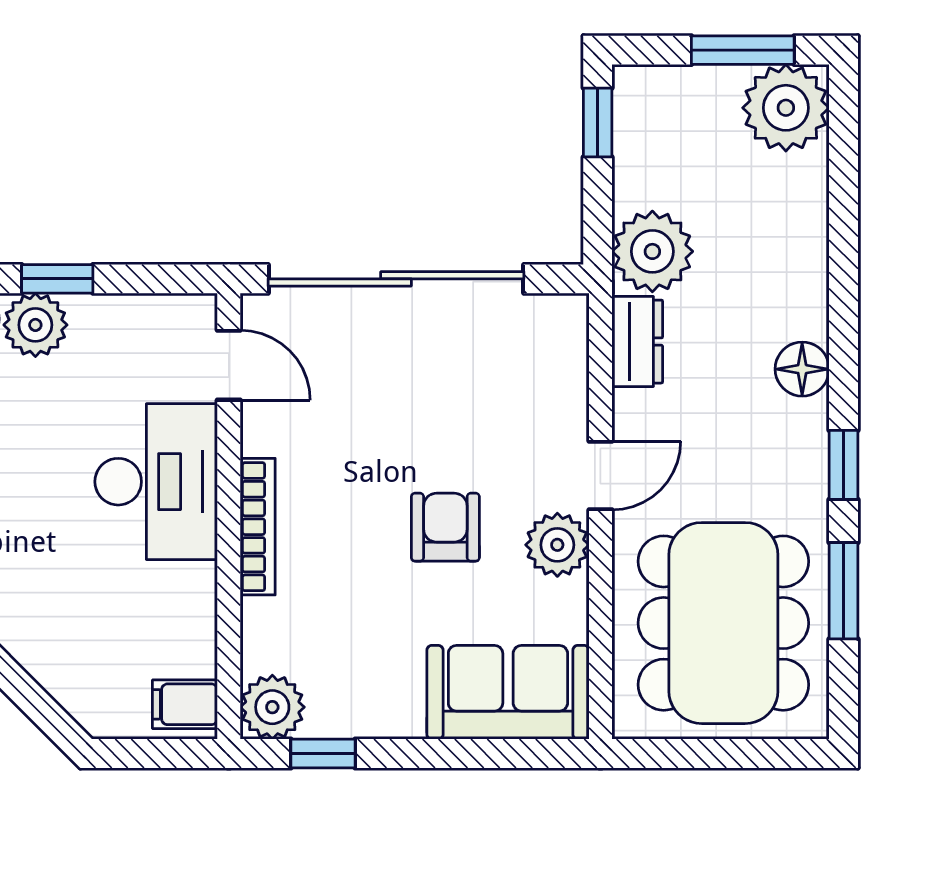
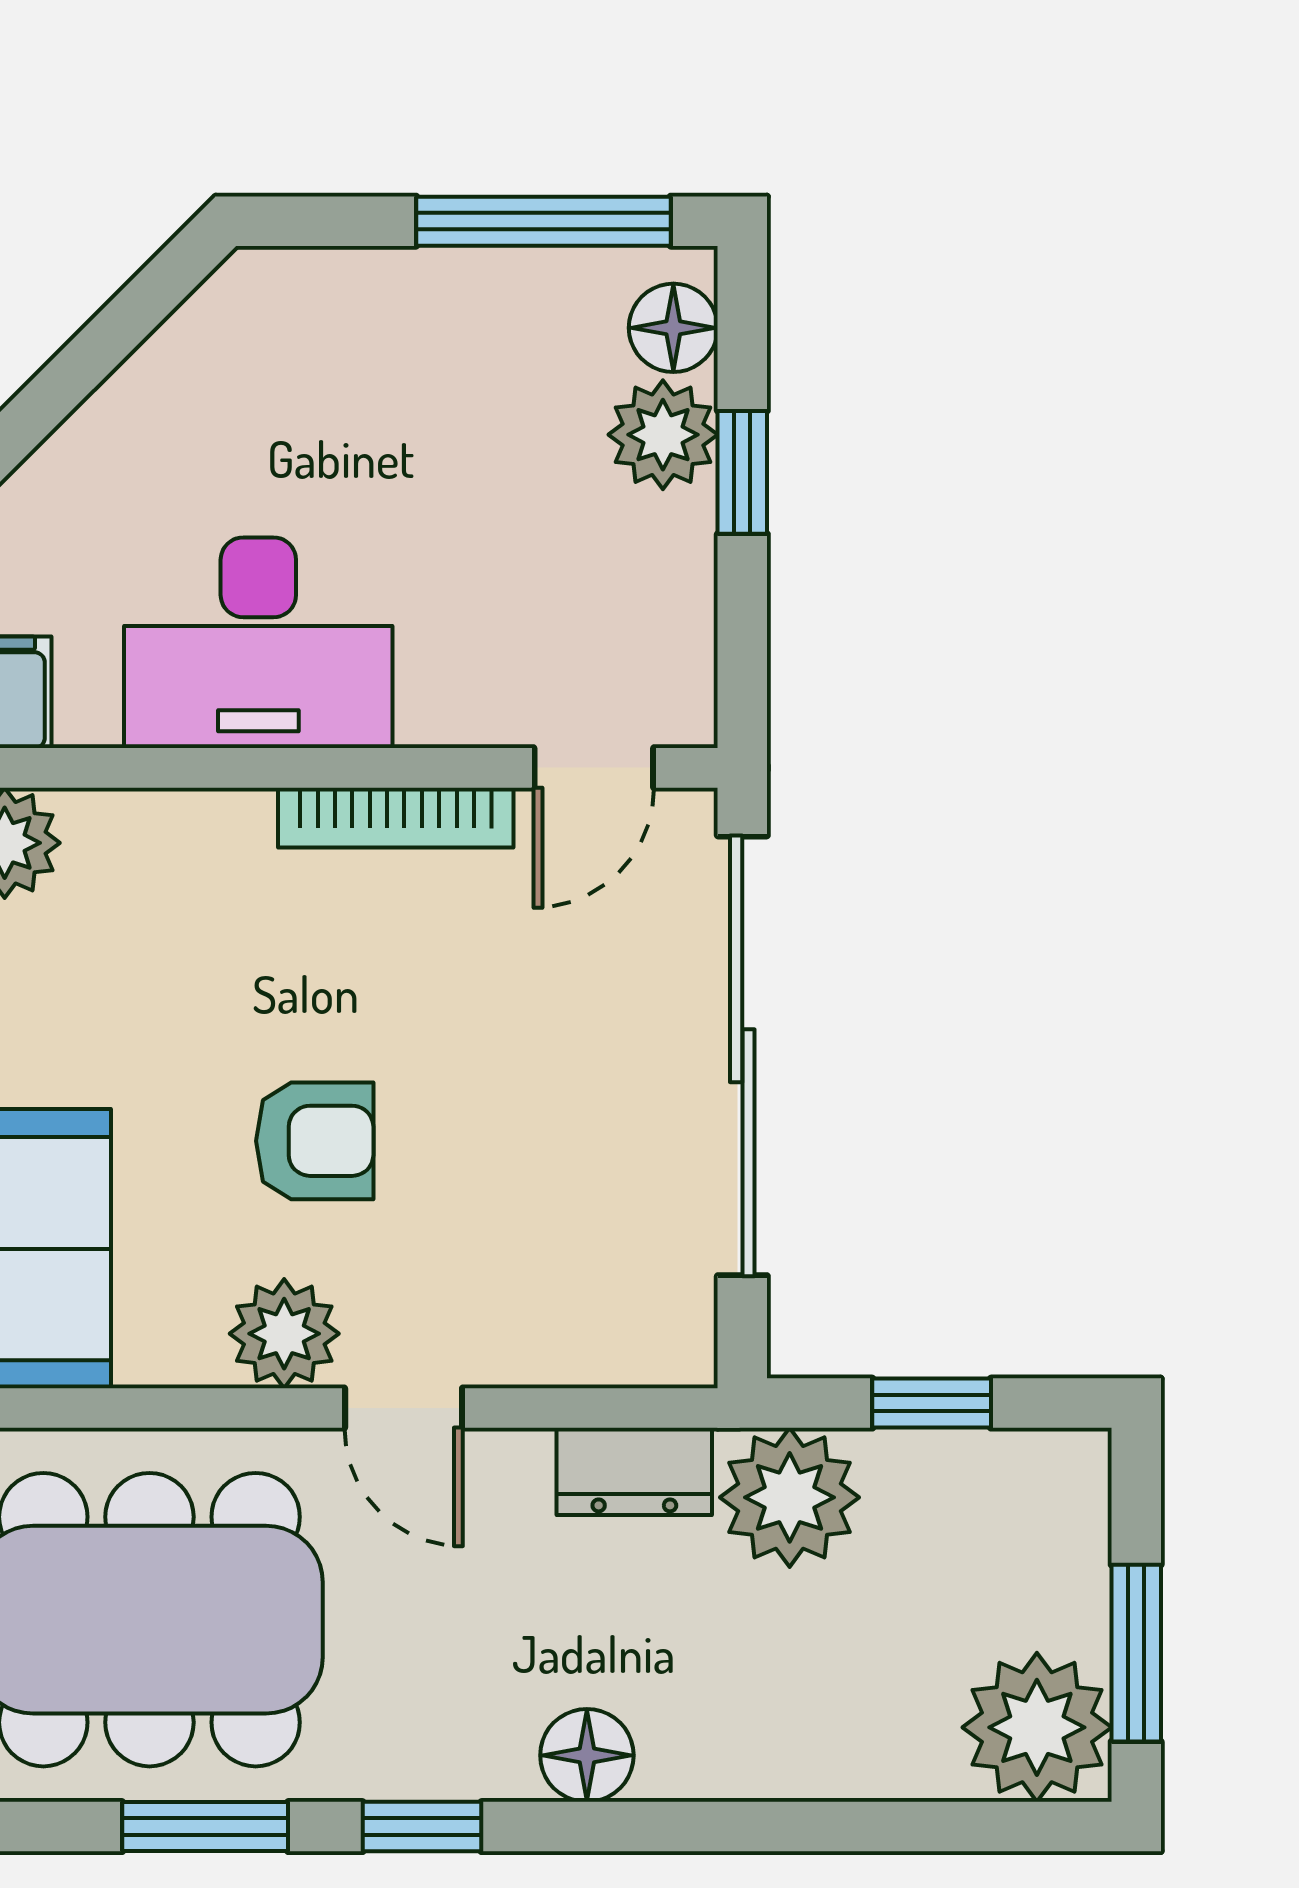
window: (598, 122) -> (932, 1403), moved
desk: (156, 482) -> (258, 643), moved
bookcase: (258, 527) -> (396, 818), moved

